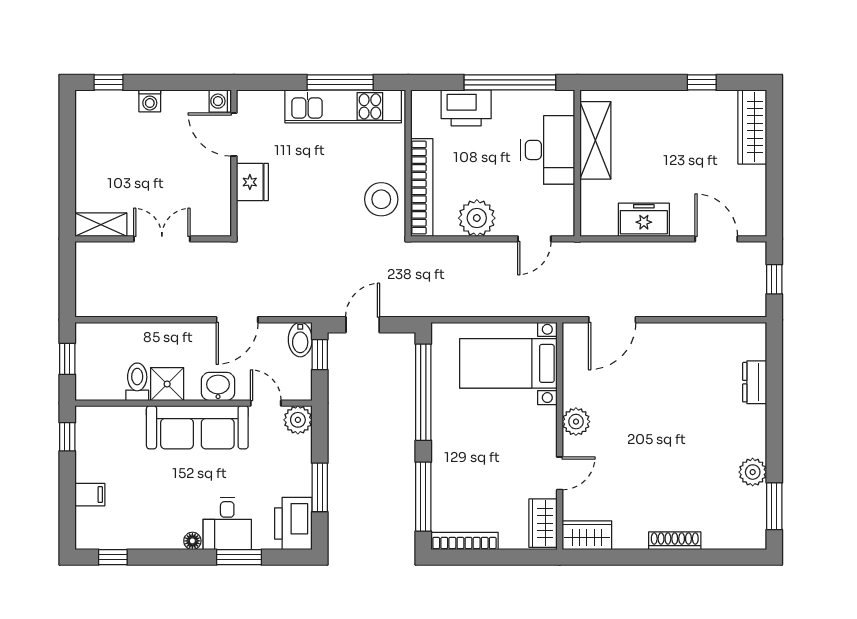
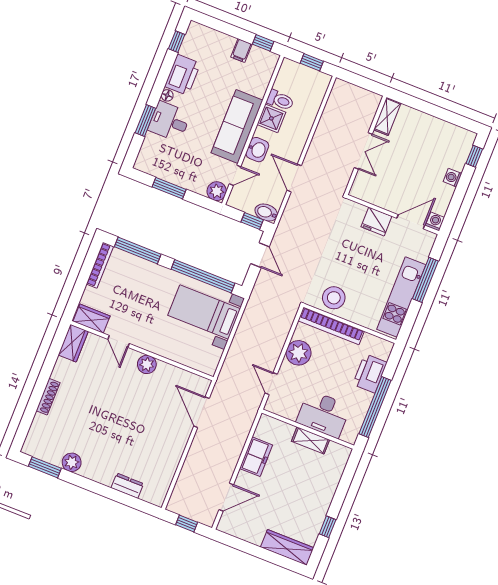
window: (340, 82) -> (425, 280), moved
shelving: (595, 140) -> (311, 440), width x0.67, depth x0.75
bed with nightstands: (508, 363) -> (204, 312), moved, turned -90
filing cabinet: (90, 495) -> (241, 51), moved
printer: (293, 523) -> (183, 75), moved, turned 90

